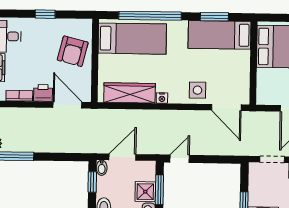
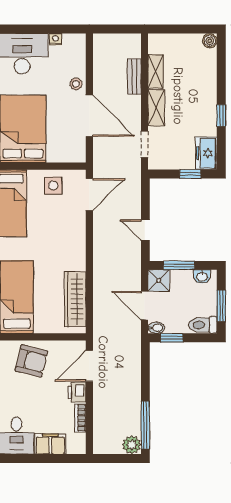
side table: (197, 90) -> (53, 186), moved
nightstand: (162, 98) -> (80, 264), removed
door: (180, 159) -> (145, 230), moved
shower: (145, 192) -> (159, 280), moved

